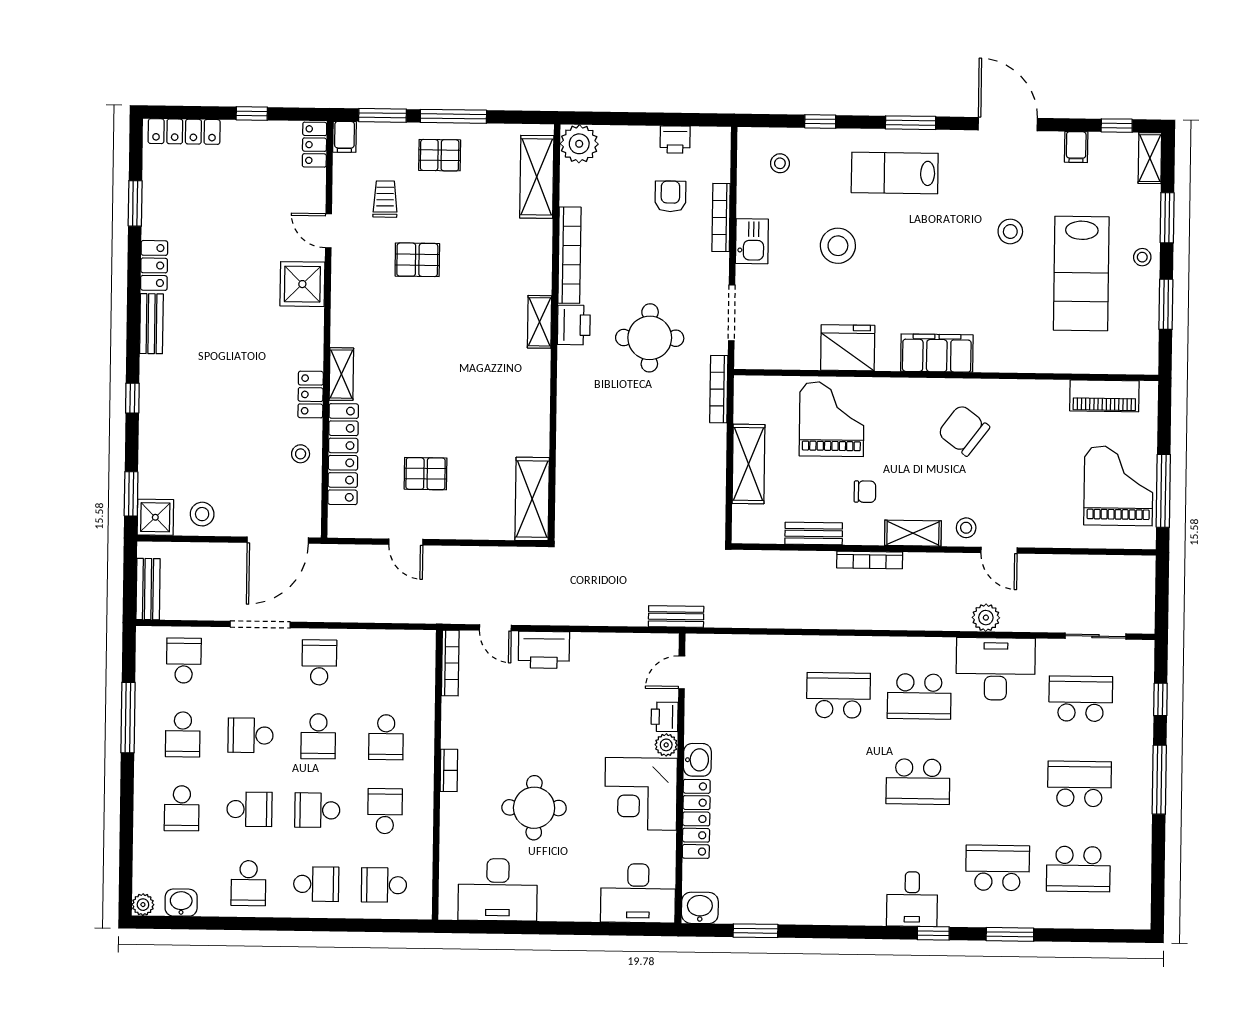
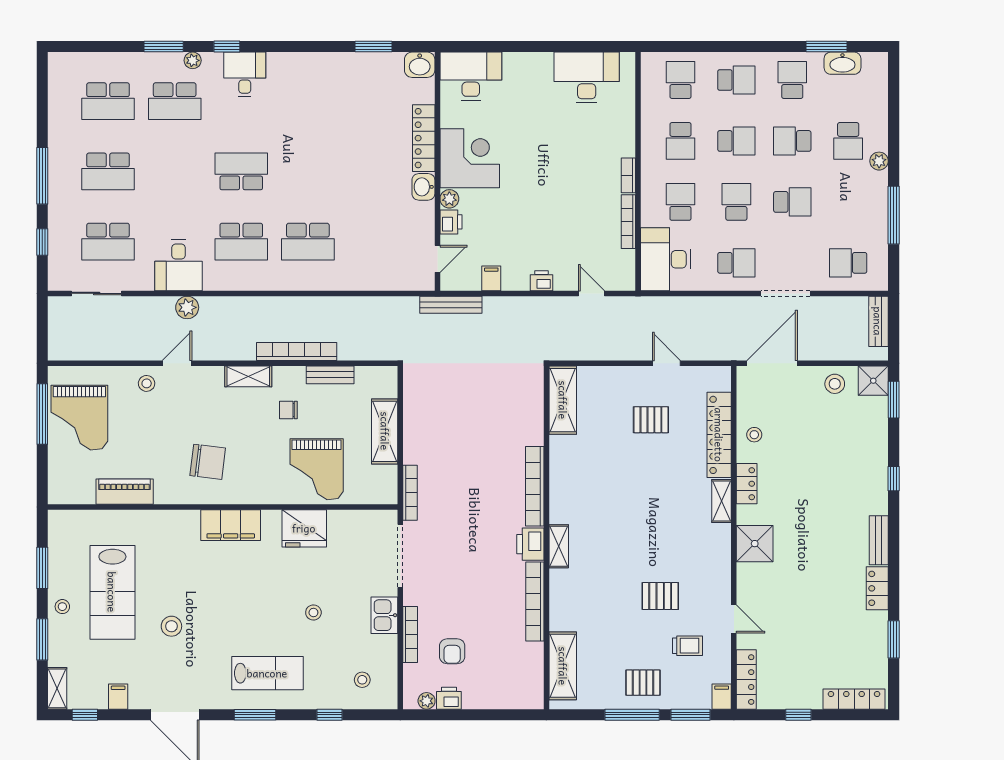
plant: (579, 144) -> (427, 701), moved, width x0.53, depth x0.53
locker: (315, 145) -> (746, 680), width x1.53
trolley: (385, 199) -> (687, 646), turned -90
stool: (838, 246) -> (313, 612), width x0.53, depth x0.53
lab bench: (1081, 274) -> (112, 592), turned 180
shower: (302, 284) -> (755, 544), moved
doorway: (732, 313) -> (400, 556), width x1.36
round table: (650, 338) -> (468, 534), removed
bookcase: (568, 395) -> (535, 486), added
piano: (1104, 396) -> (125, 492), moved
chair: (964, 430) -> (208, 462), turned -30
stool: (966, 528) -> (147, 383), moved
door: (999, 550) -> (177, 363), hinge flipped
bookcase: (870, 560) -> (297, 352), width x1.48, depth x1.31
bench: (676, 617) -> (451, 305), width x1.36
filing cabinet: (617, 648) -> (491, 278), added
printer: (544, 650) -> (542, 281), width x0.53, depth x0.68
school desk: (184, 661) -> (848, 263), turned 90
school desk: (319, 662) -> (736, 263), turned -90
bookcase: (450, 663) -> (628, 222), moved
desk: (405, 668) -> (665, 259), added
desk: (996, 669) -> (179, 265), width x0.73
school desk: (919, 696) -> (241, 242), turned 180
school desk: (183, 734) -> (848, 202), removed
school desk: (182, 808) -> (848, 141), turned 180
round table: (534, 808) -> (558, 145), removed
school desk: (1078, 869) -> (108, 101), turned 180
school desk: (316, 884) -> (736, 80), turned 180
school desk: (384, 885) -> (680, 80), turned -90
washbasin: (181, 903) -> (842, 63), width x1.38
plant: (143, 905) -> (879, 161), moved
plant: (975, 917) -> (193, 60), added
window: (206, 923) -> (826, 47), added

